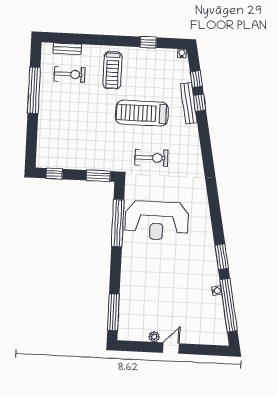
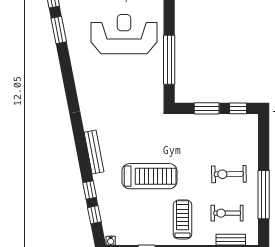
bench: (189, 103) -> (94, 152), moved
exercise bike: (151, 158) -> (229, 174), moved
window: (98, 176) -> (207, 108), moved
reception desk: (157, 220) -> (124, 34), moved

